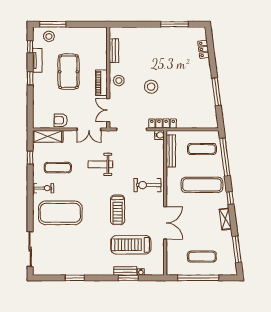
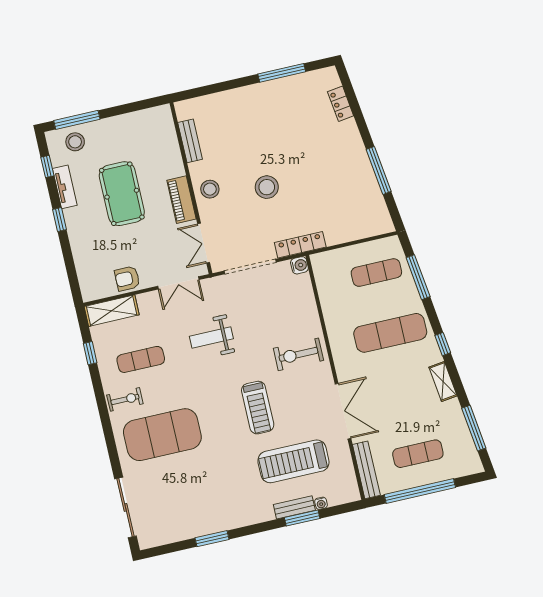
bench: (171, 151) -> (366, 470), moved
window: (225, 157) -> (418, 277), width x0.68

